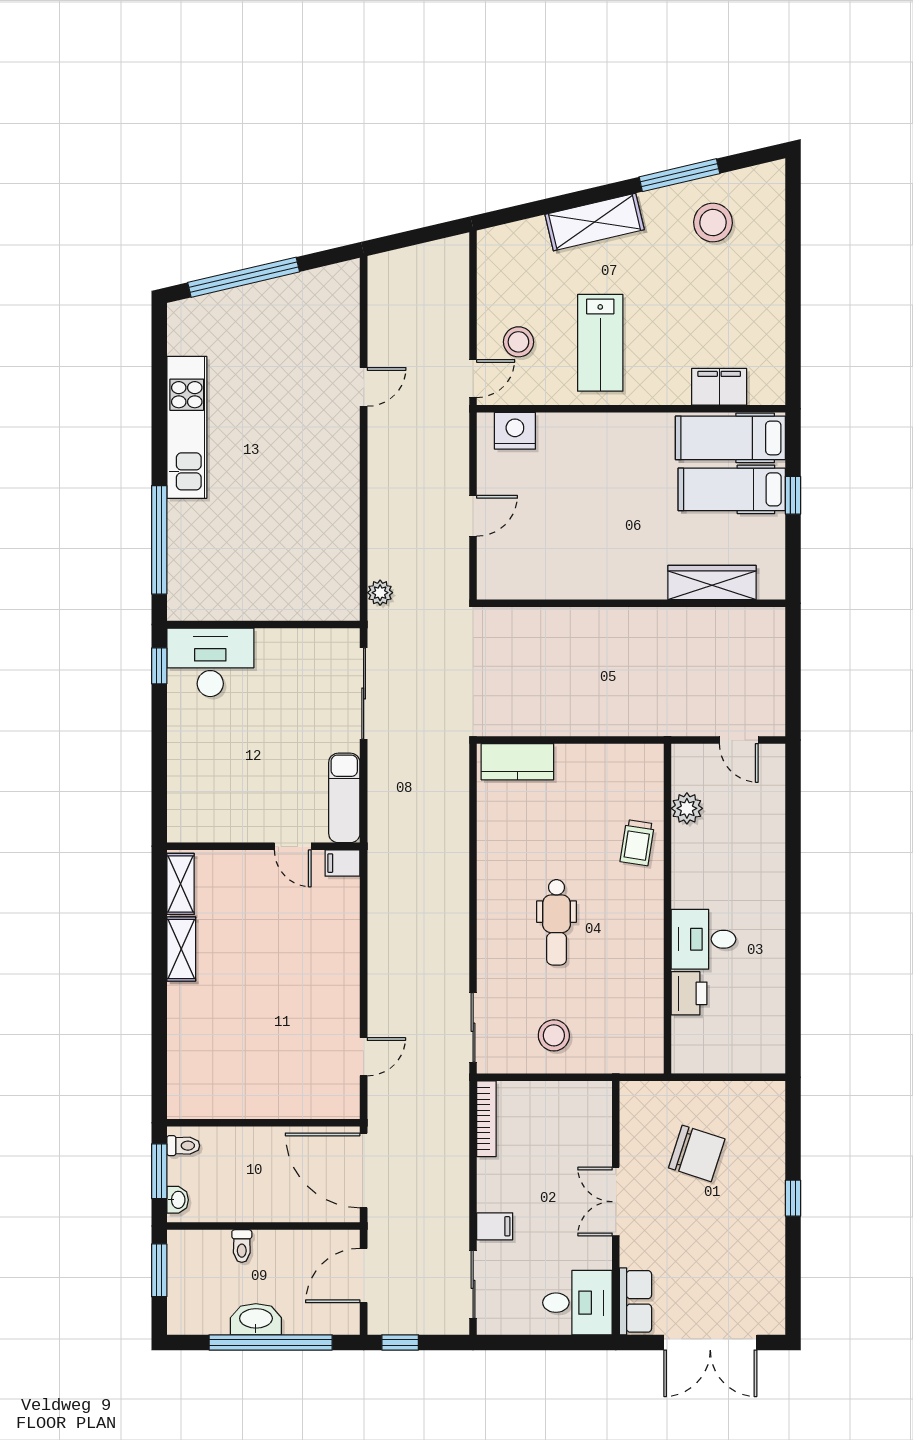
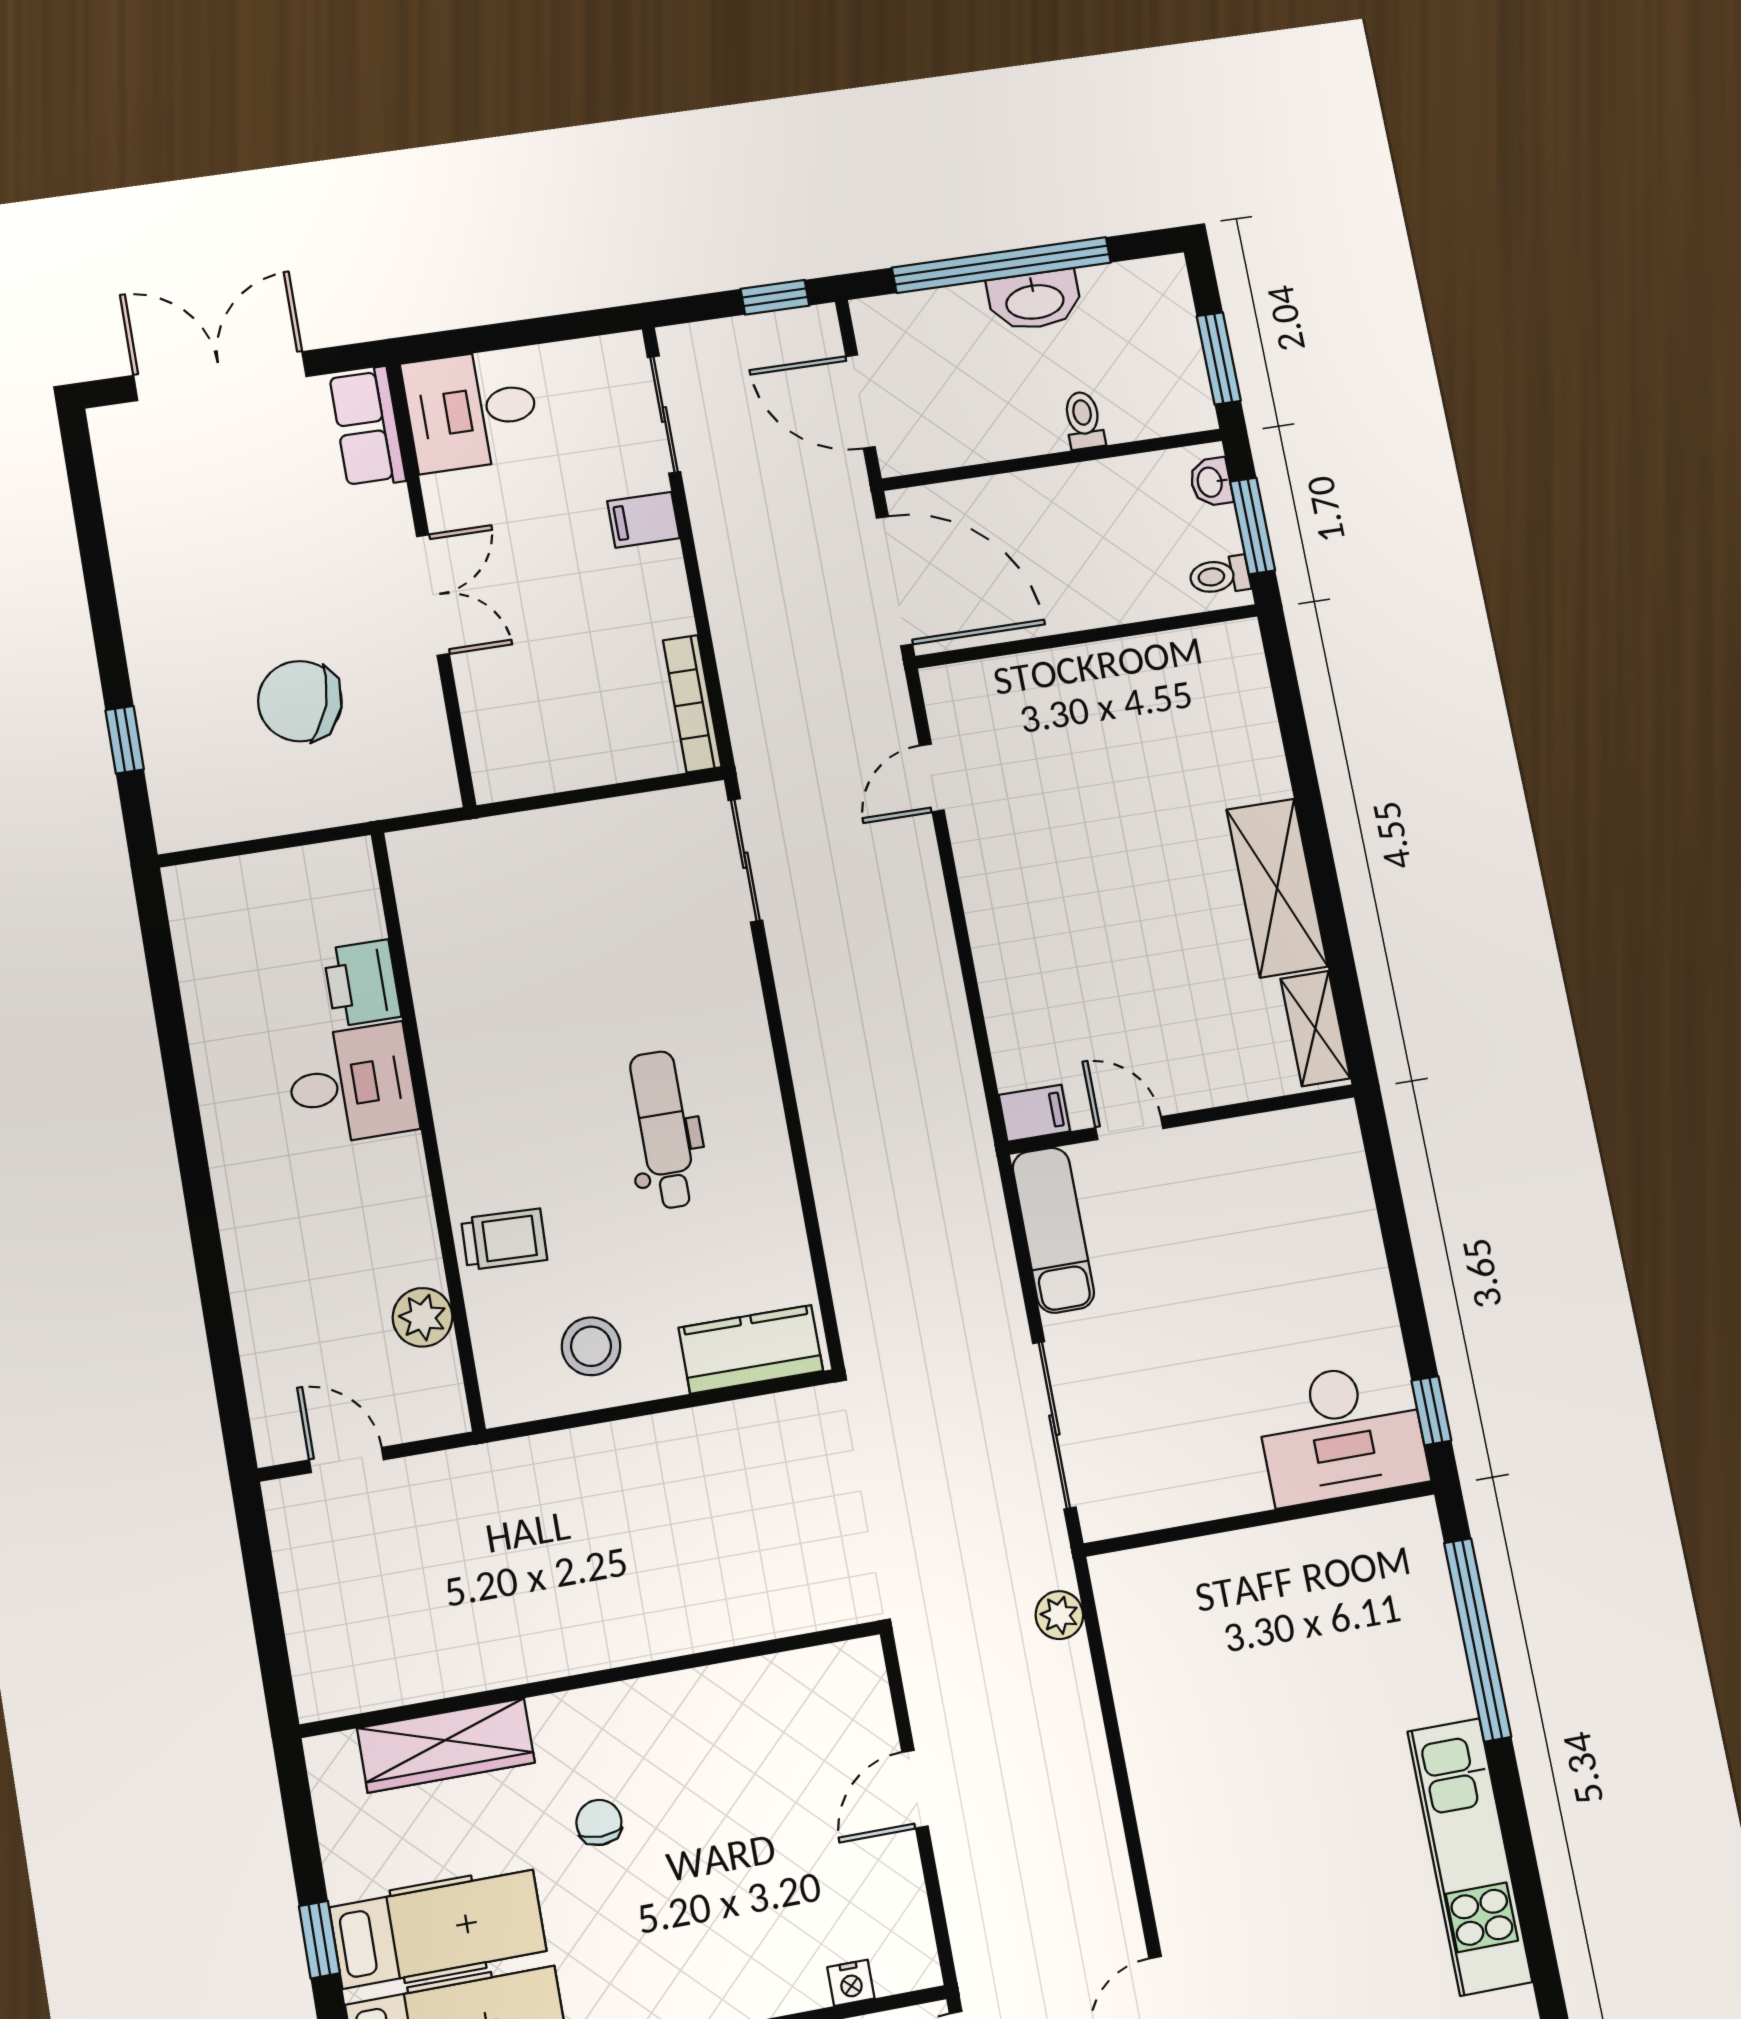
nightstand: (515, 431) -> (851, 1983), width x0.53, depth x0.56
chair: (640, 529) -> (599, 1822), added
trolley: (637, 843) -> (504, 1239), turned 83
dental chair: (556, 922) -> (664, 1130), moved
shelving: (181, 949) -> (1277, 888), width x1.50, depth x1.33
stool: (554, 1035) -> (591, 1346), moved
window: (793, 1198) -> (125, 740), moved
door: (364, 1275) -> (860, 401), swing flipped

